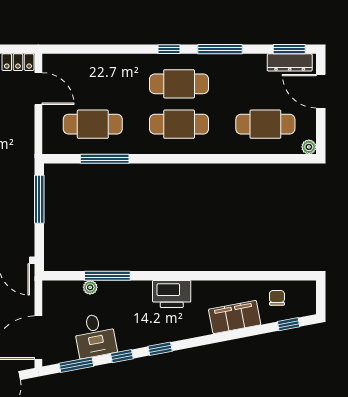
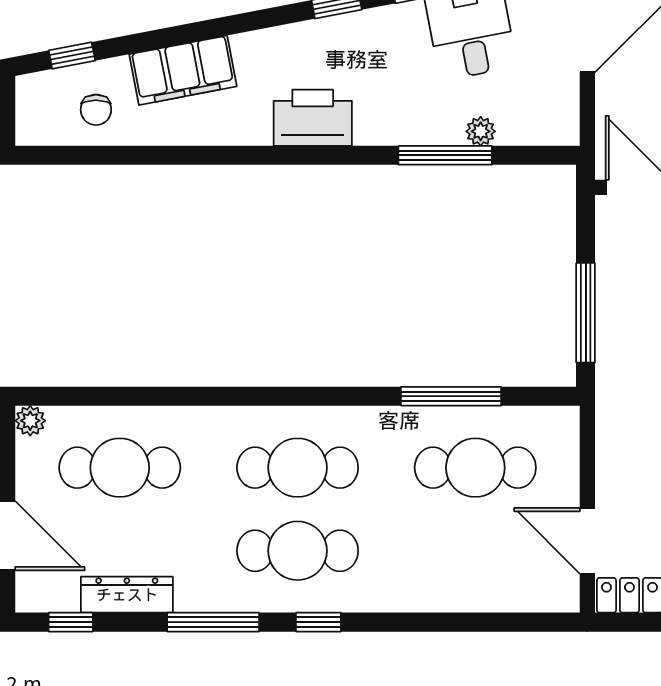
window: (289, 49) -> (71, 622), width x0.67
dresser: (290, 62) -> (127, 595), moved

